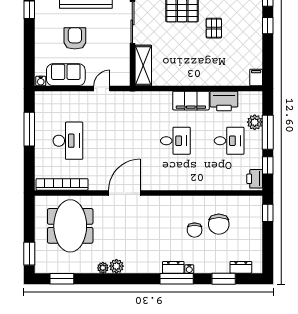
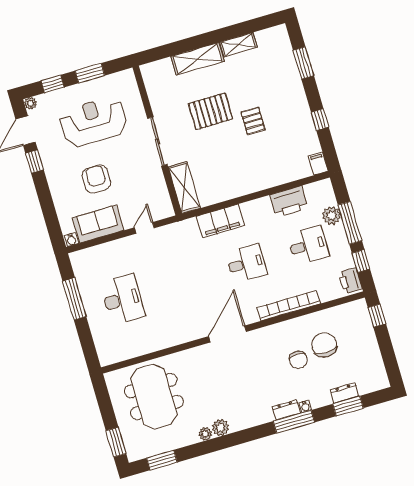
window: (268, 26) -> (320, 120), moved
filing cabinet: (191, 101) -> (220, 221), moved
bookcase: (62, 184) -> (289, 306), moved
door: (124, 193) -> (227, 334), moved
chair: (219, 224) -> (324, 345), turned 180
dresser: (241, 267) -> (344, 393), moved

